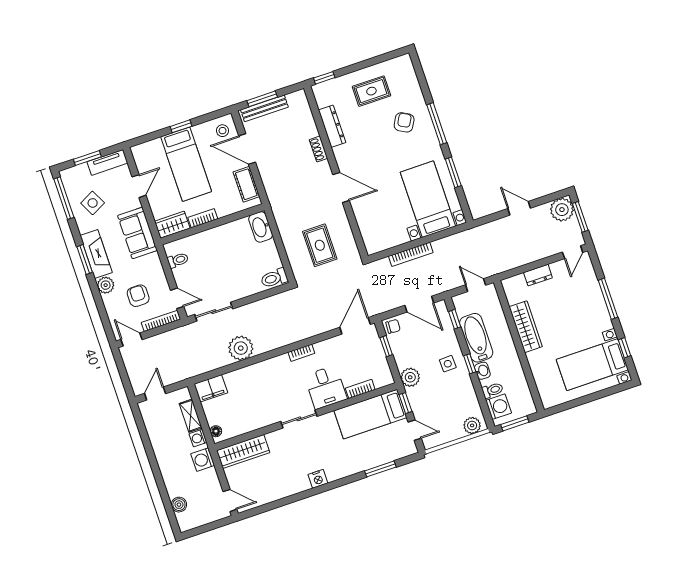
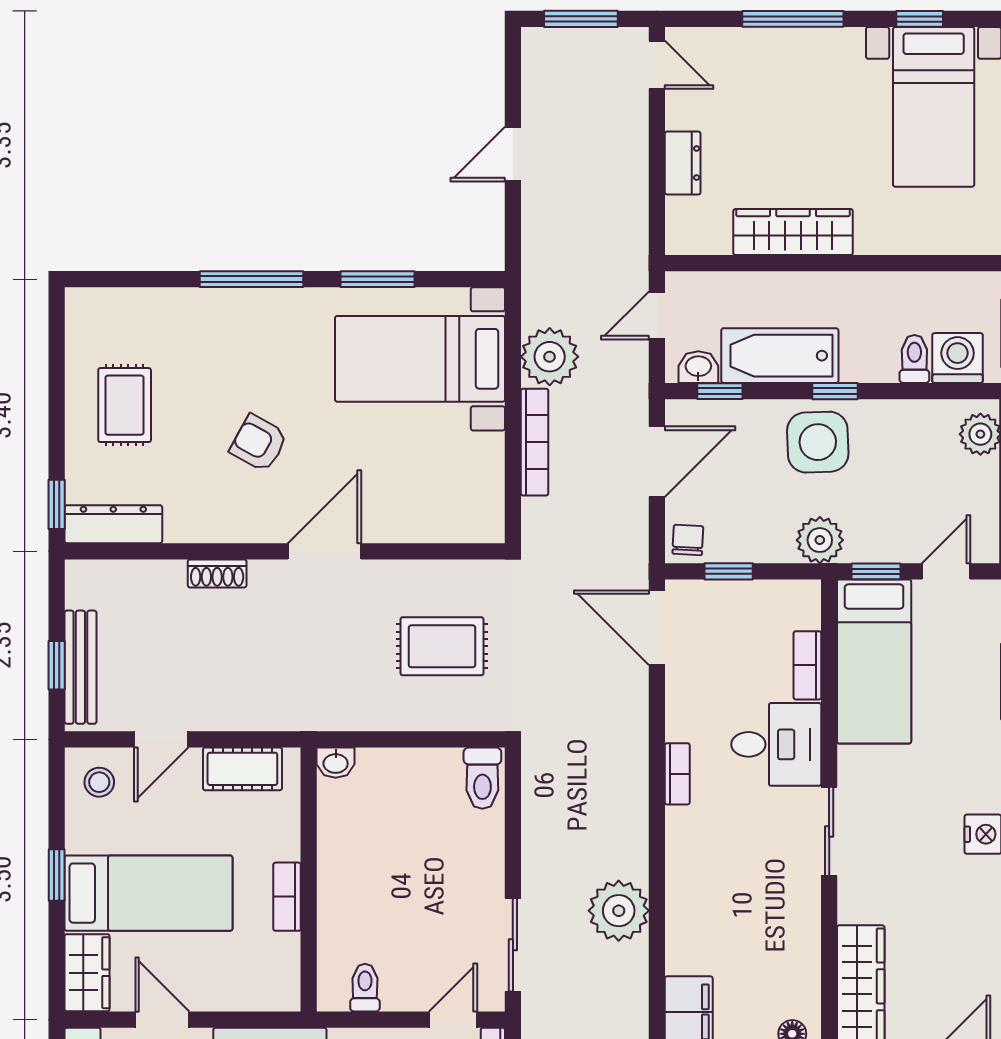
window: (262, 99) -> (57, 665), width x0.67
armchair: (404, 122) -> (259, 443), moved
dresser: (332, 126) -> (113, 524), moved
door: (247, 149) -> (161, 739), width x0.73
plant: (562, 210) -> (550, 357), moved
wardrobe: (172, 225) -> (87, 973), moved, turned 180
washbasin: (261, 227) -> (336, 763), width x0.52, depth x0.69
side table: (448, 364) -> (818, 442), width x1.87, depth x1.87
washbasin: (482, 371) -> (698, 367), moved

